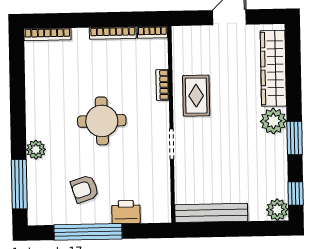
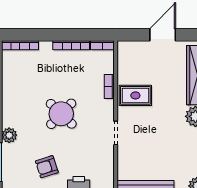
rug: (196, 96) -> (135, 95), turned 90
round table: (102, 121) -> (61, 114), turned 45

